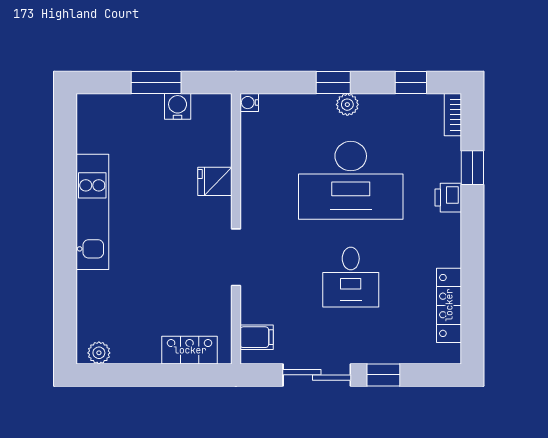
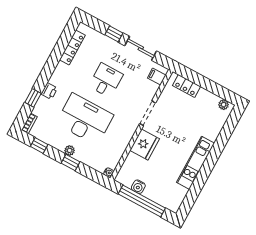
window: (156, 82) -> (142, 201), width x2.11
fridge: (215, 181) -> (145, 145), width x1.88, depth x1.34

